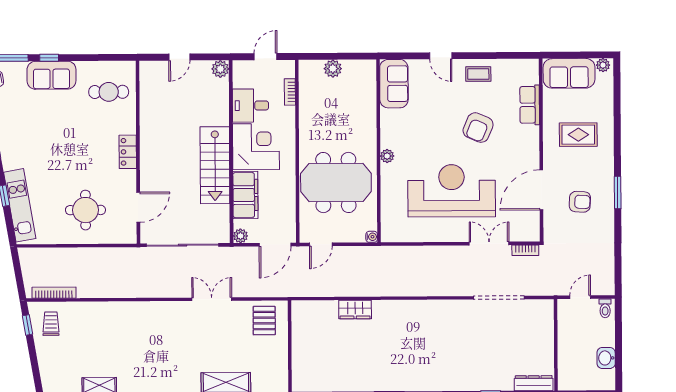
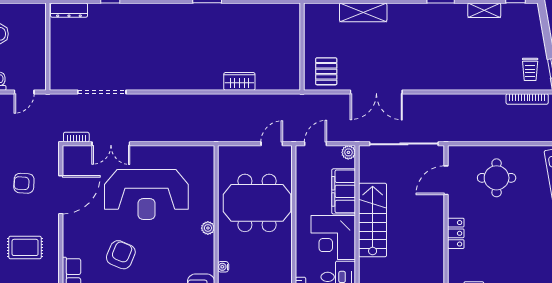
water cooler: (372, 237) -> (223, 267), moved
door: (275, 245) -> (315, 144), width x0.73
double door: (212, 299) -> (376, 92), width x1.37

